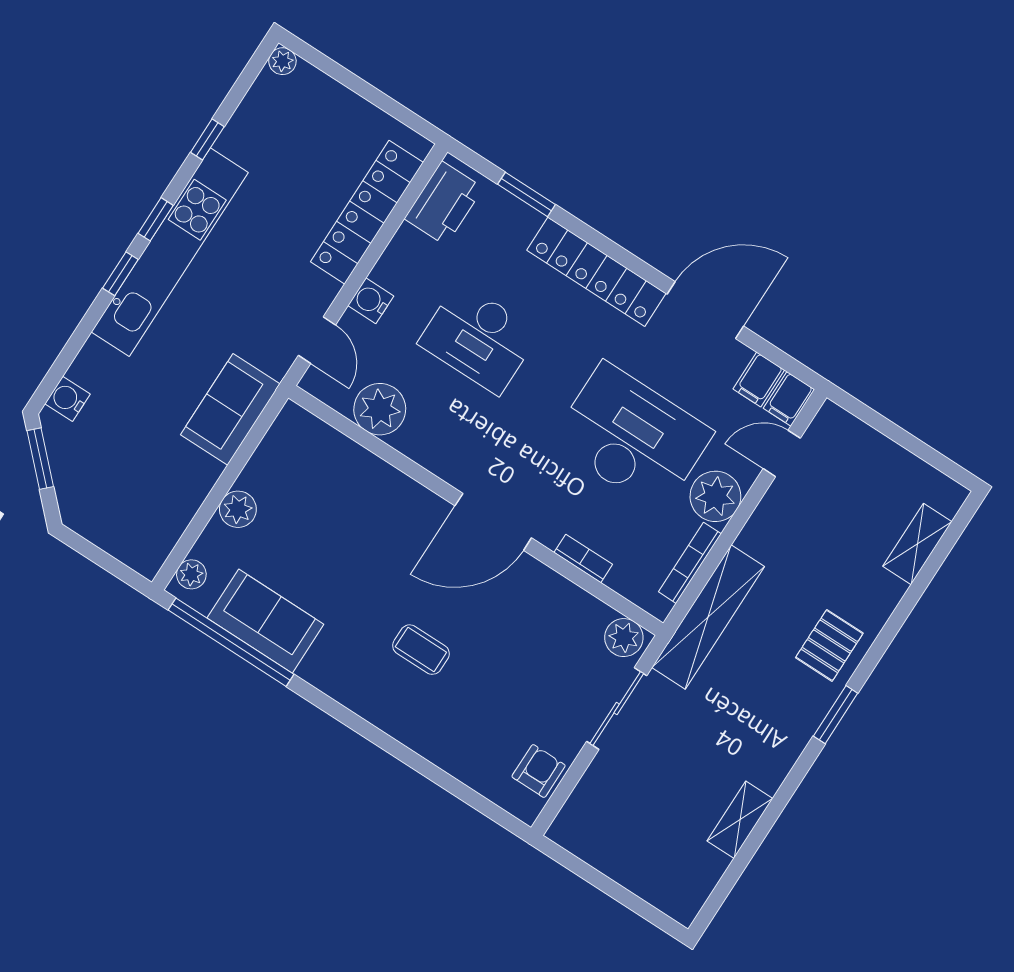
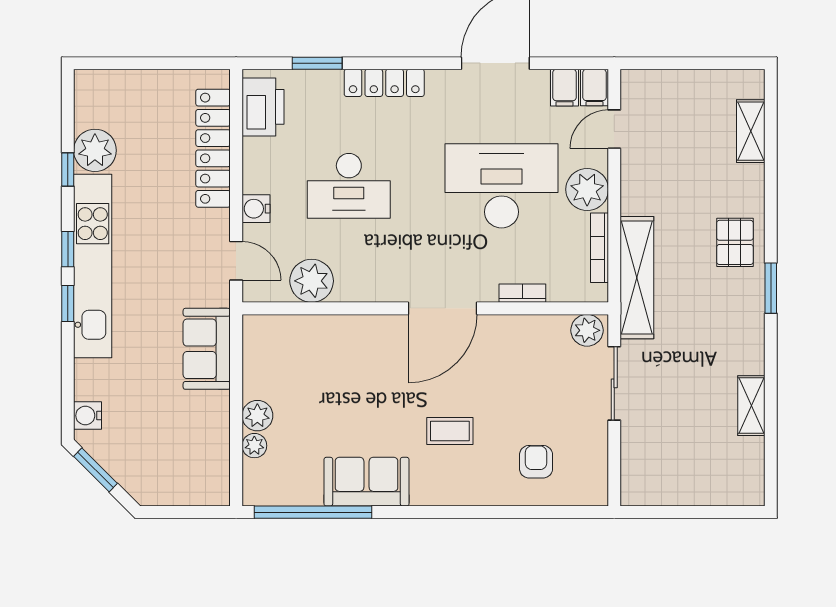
plant: (282, 61) -> (95, 150), moved, width x1.87, depth x1.87
locker: (596, 272) -> (384, 83), width x0.71, depth x0.83
plant: (191, 574) -> (254, 446), moved
sofa: (265, 621) -> (366, 482), moved
armchair: (539, 771) -> (536, 462), moved

